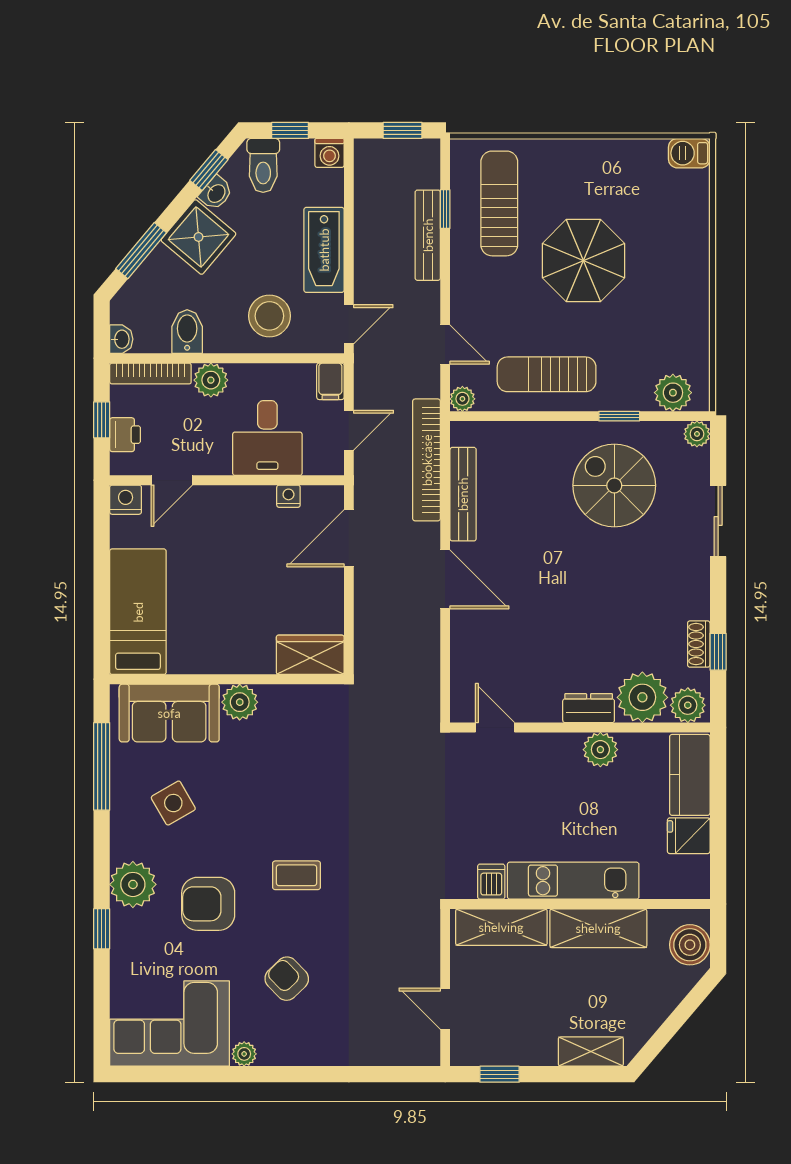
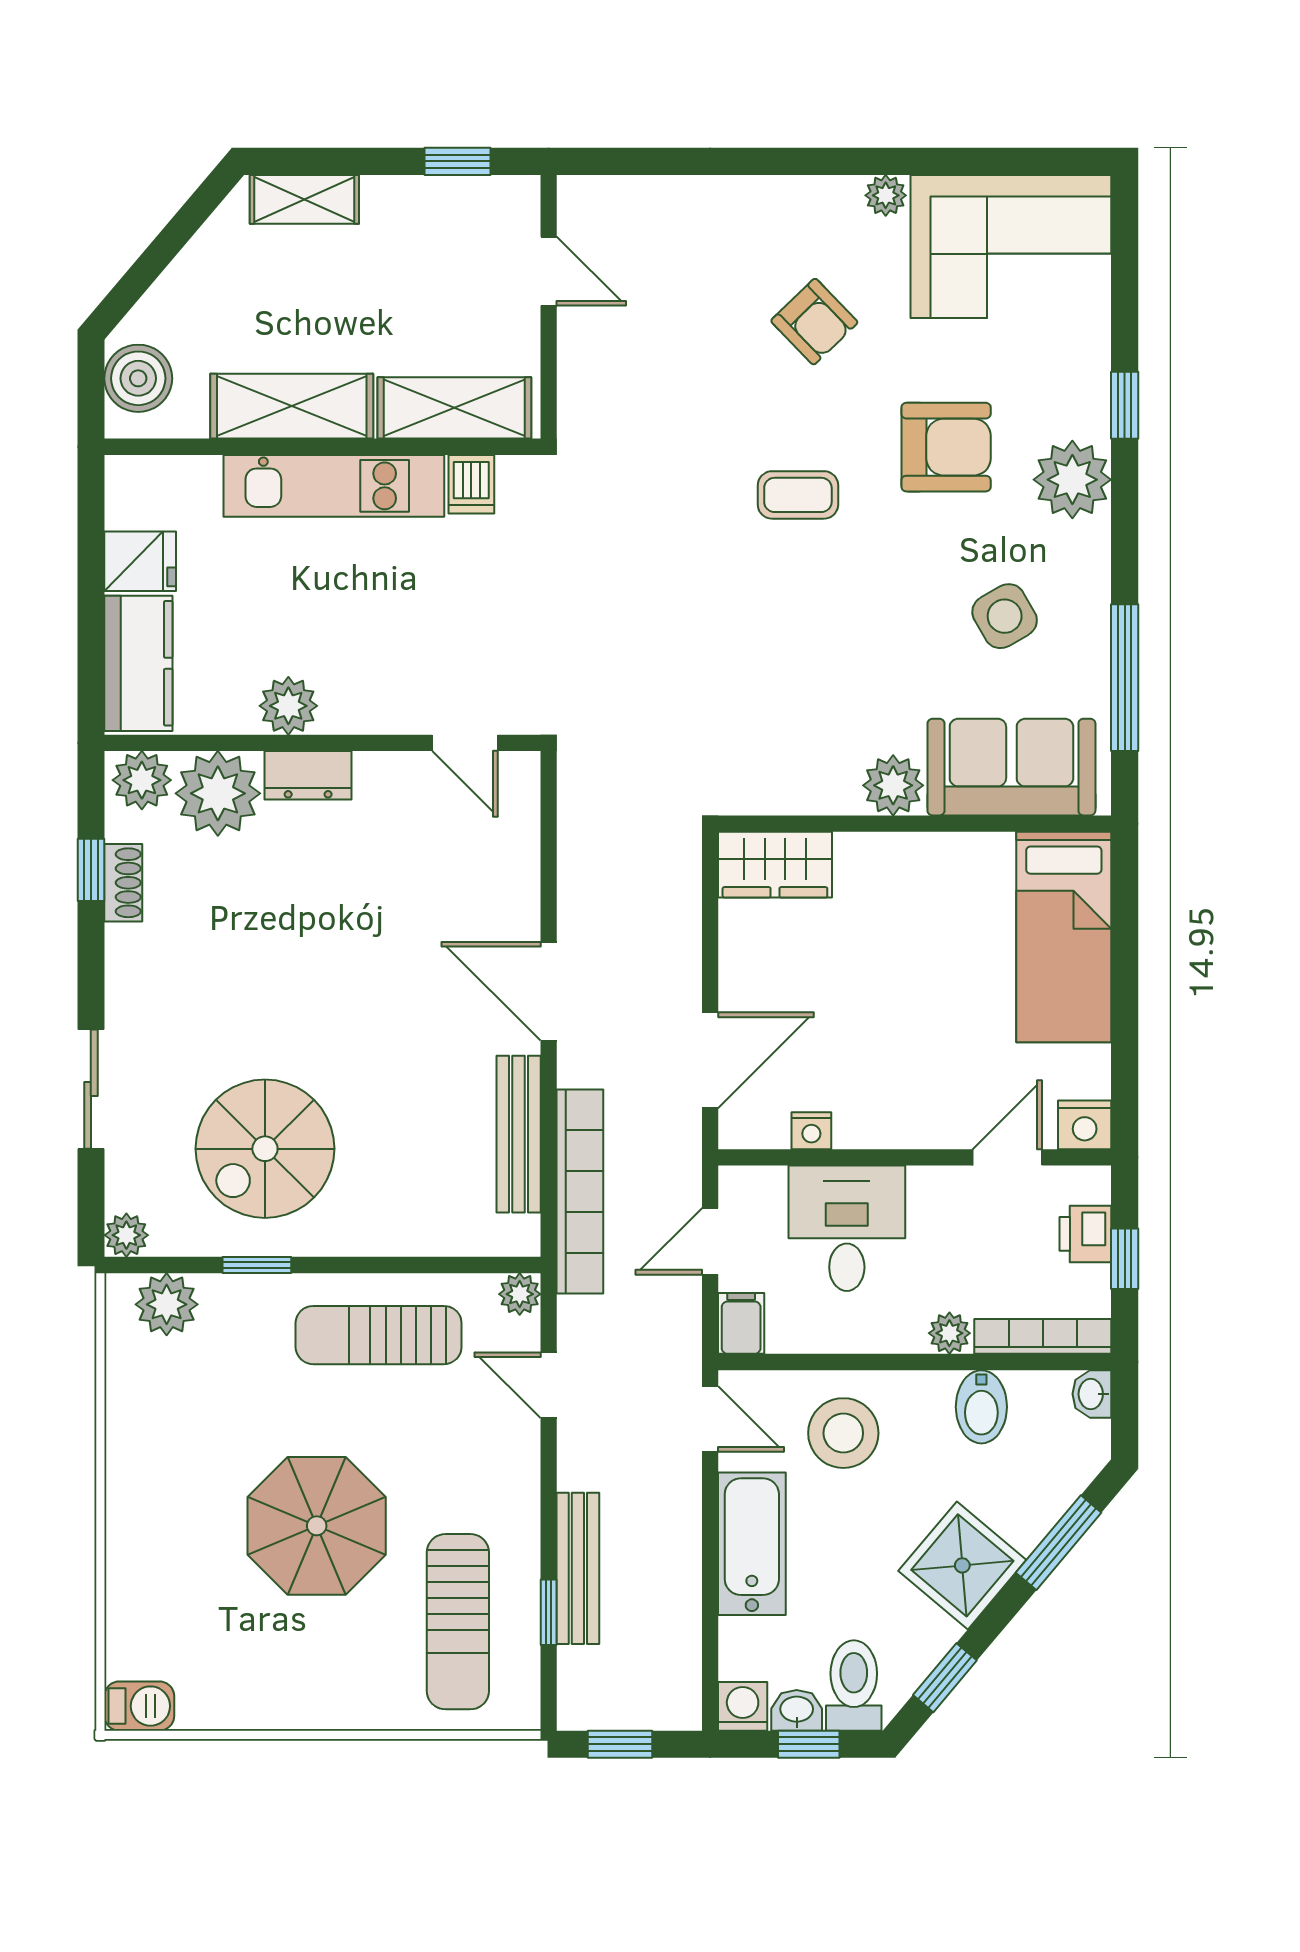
washbasin: (216, 193) -> (797, 1710), moved, turned 50
door: (349, 324) -> (710, 1419), swing flipped
sun lounger: (547, 374) -> (379, 1335), turned 180
plant: (211, 380) -> (949, 1333), width x0.73, depth x0.73
spiral stairs: (614, 485) -> (265, 1149), turned 90

